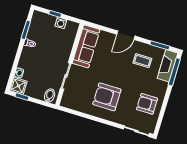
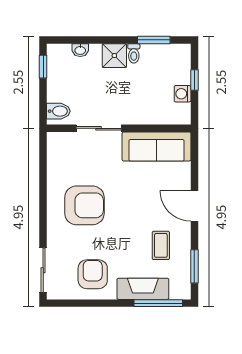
fireplace: (167, 66) -> (143, 289), moved
shower: (18, 86) -> (114, 56), moved
armchair: (107, 97) -> (84, 205), turned 90

